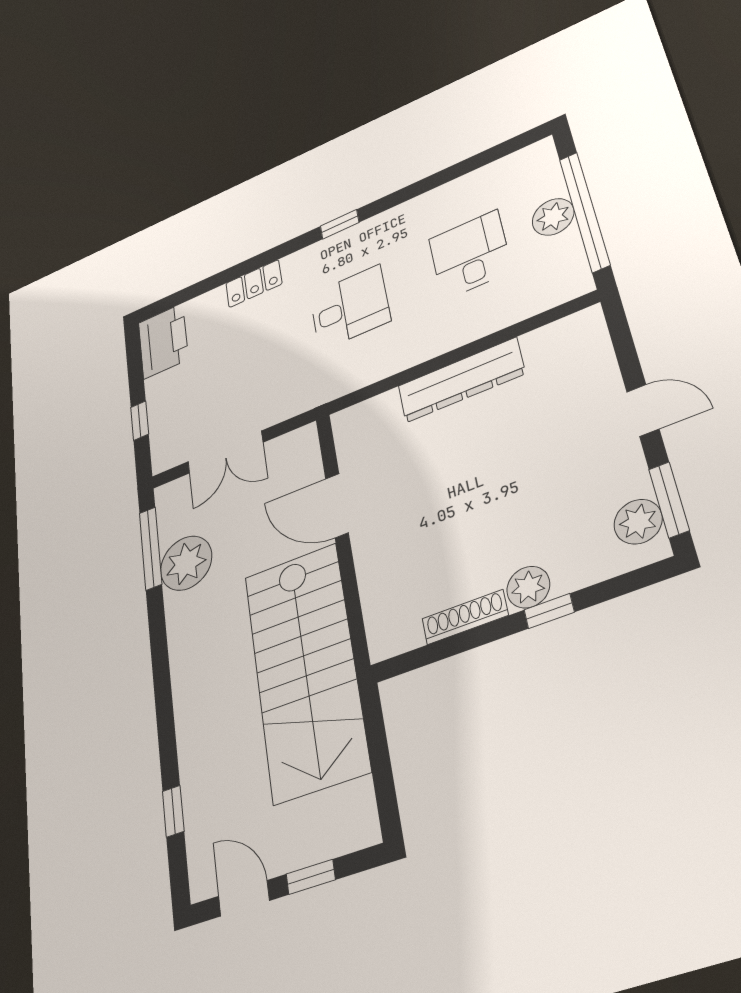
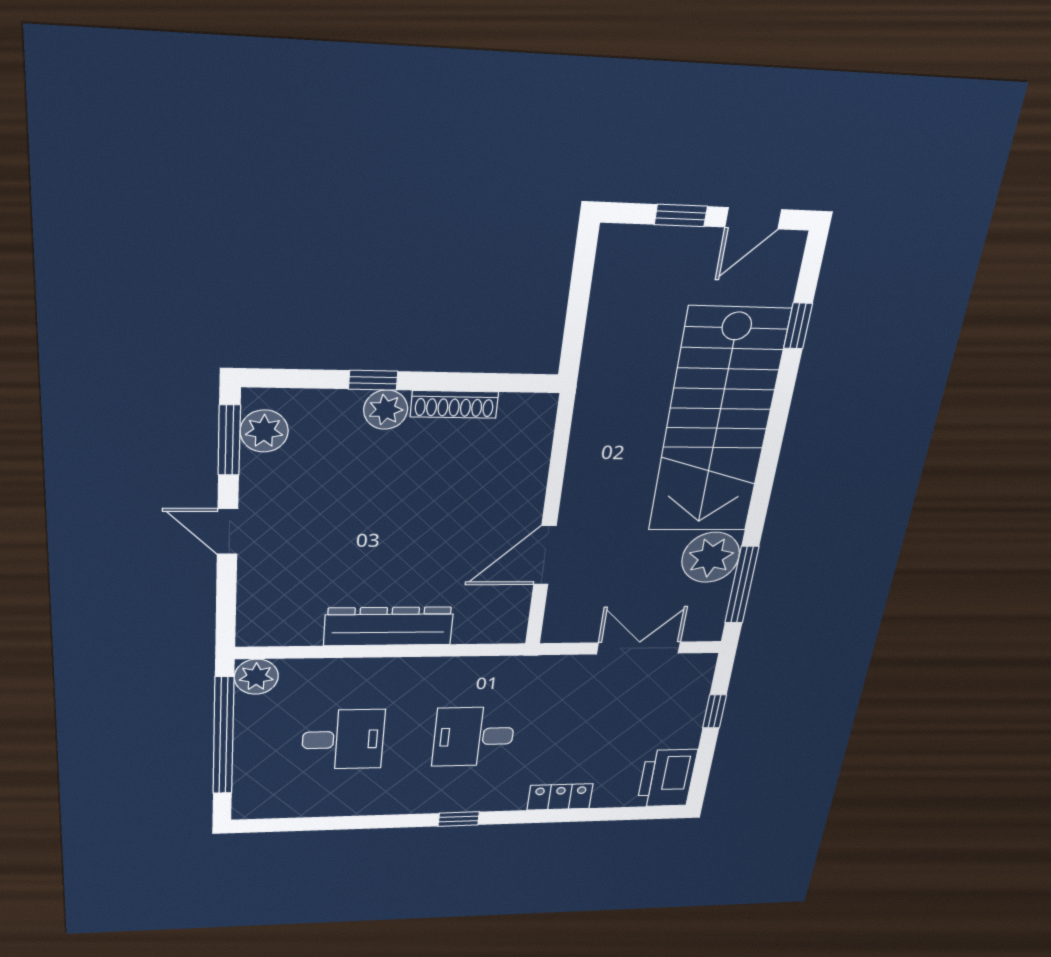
plant: (553, 217) -> (256, 677), moved
desk: (470, 255) -> (343, 740), turned -90
door: (337, 506) -> (545, 555), swing flipped
stairs: (305, 670) -> (718, 423), moved, turned 180
door: (244, 898) -> (753, 218), hinge flipped

